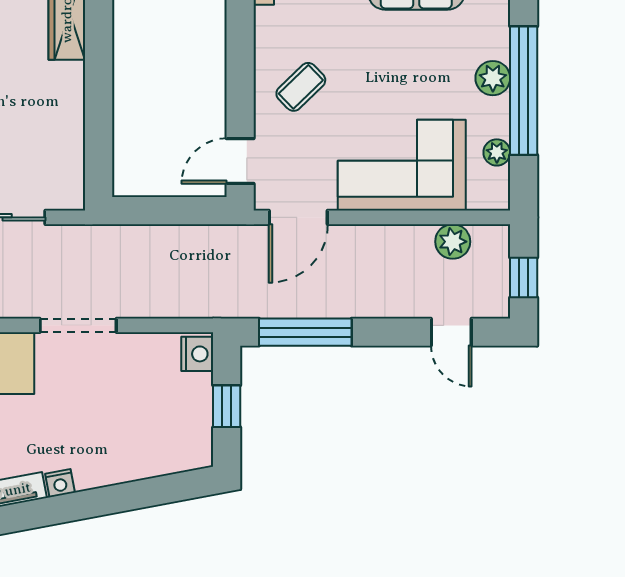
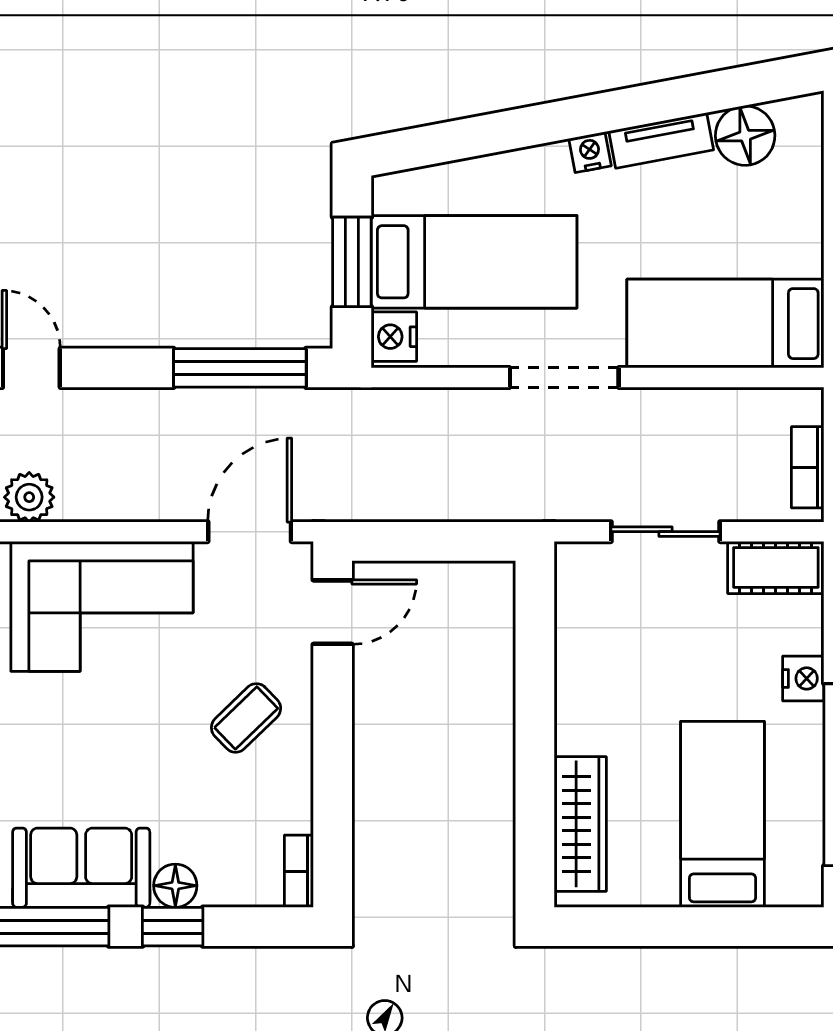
bed: (141, 406) -> (474, 262), added
window: (227, 406) -> (352, 262), width x1.50

